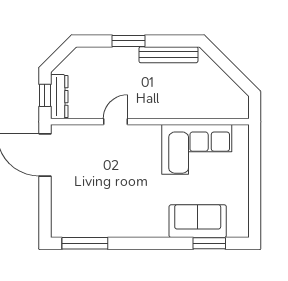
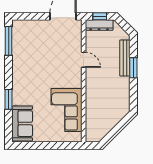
bench: (168, 55) -> (125, 58), moved
sofa: (198, 221) -> (22, 124), moved
window: (209, 243) -> (9, 99), moved

